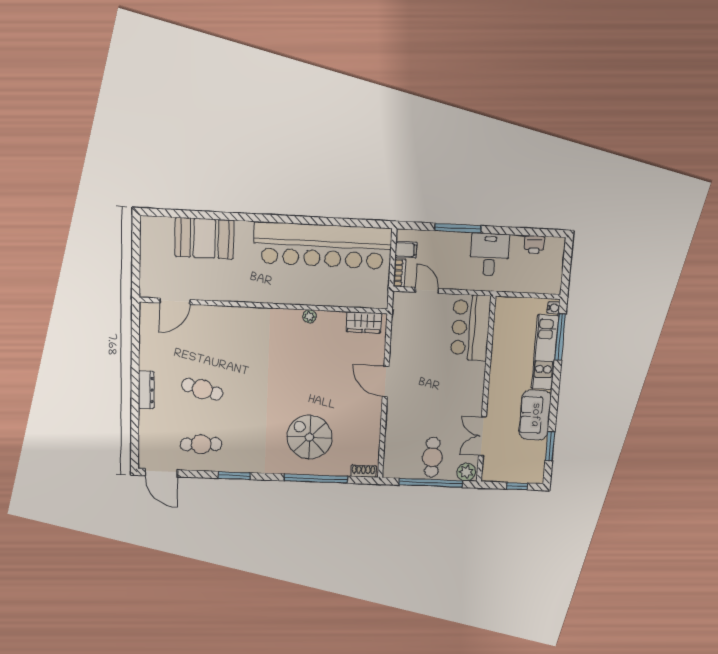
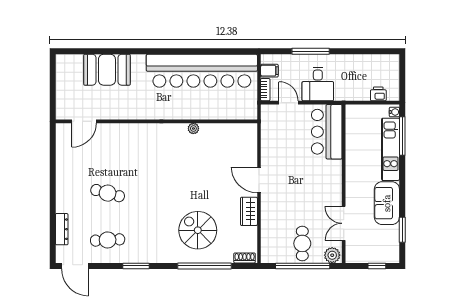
printer: (534, 245) -> (378, 94), moved, turned 180
desk: (490, 254) -> (318, 84), moved, turned 180
wardrobe: (364, 322) -> (249, 211), moved, turned 90
dresser: (146, 390) -> (62, 229), moved

